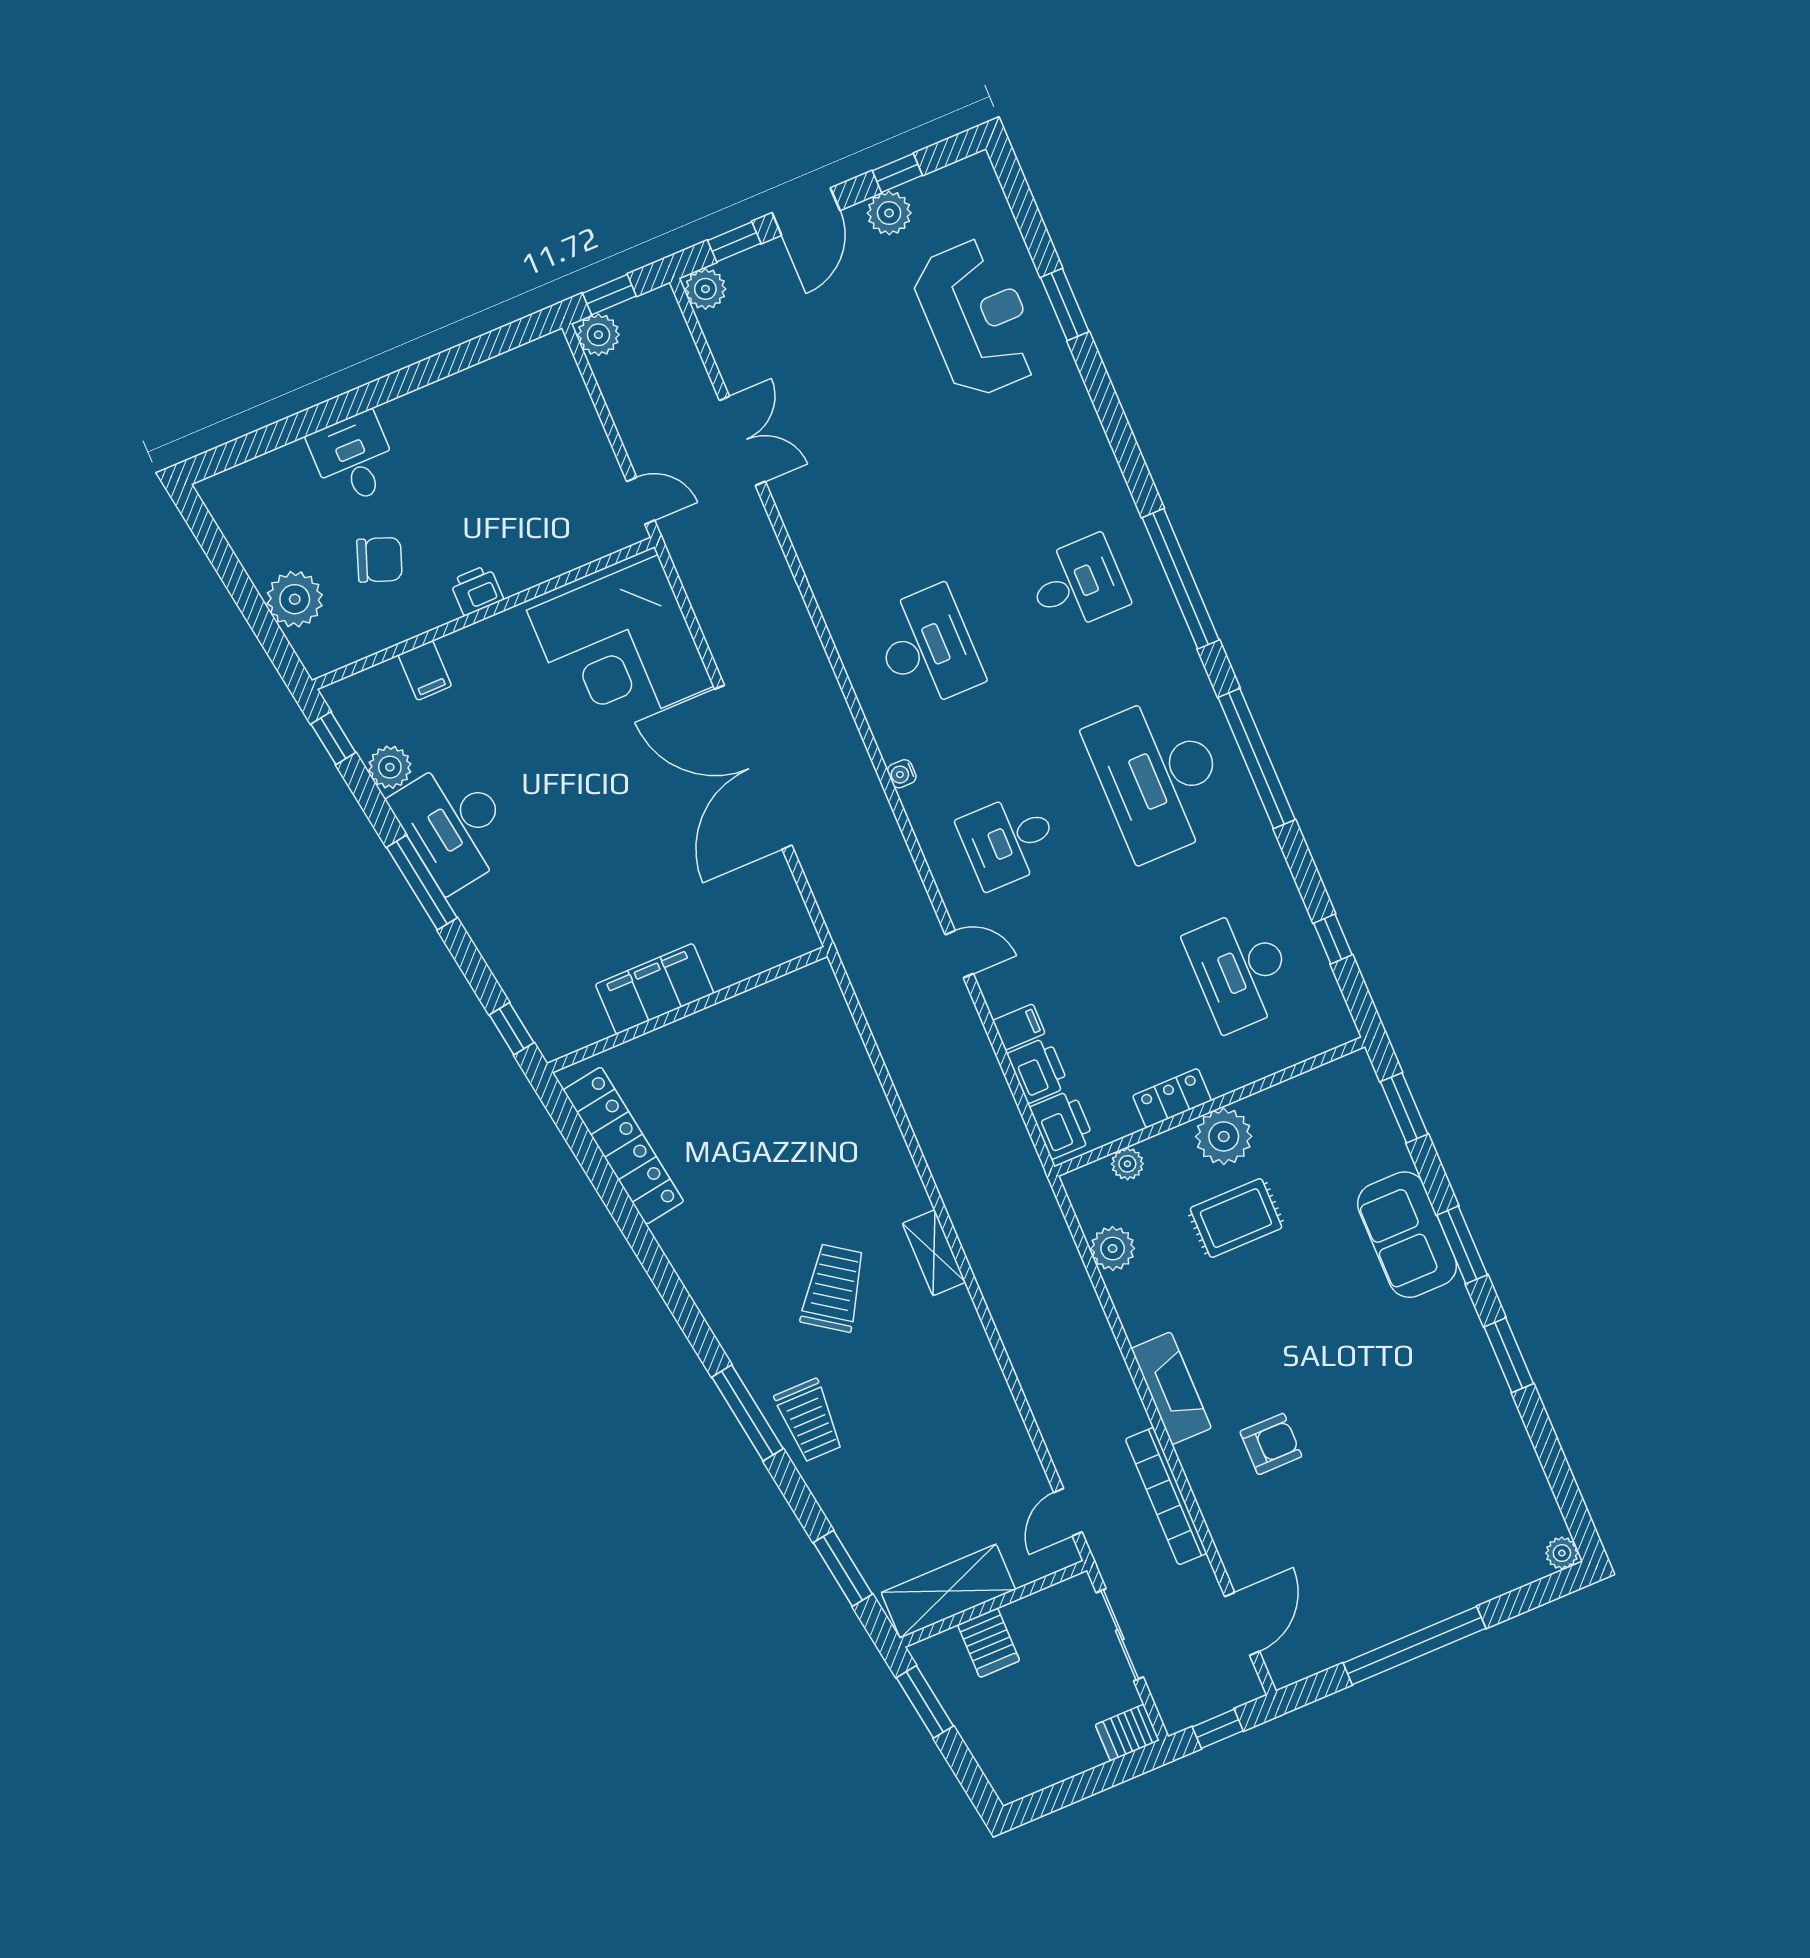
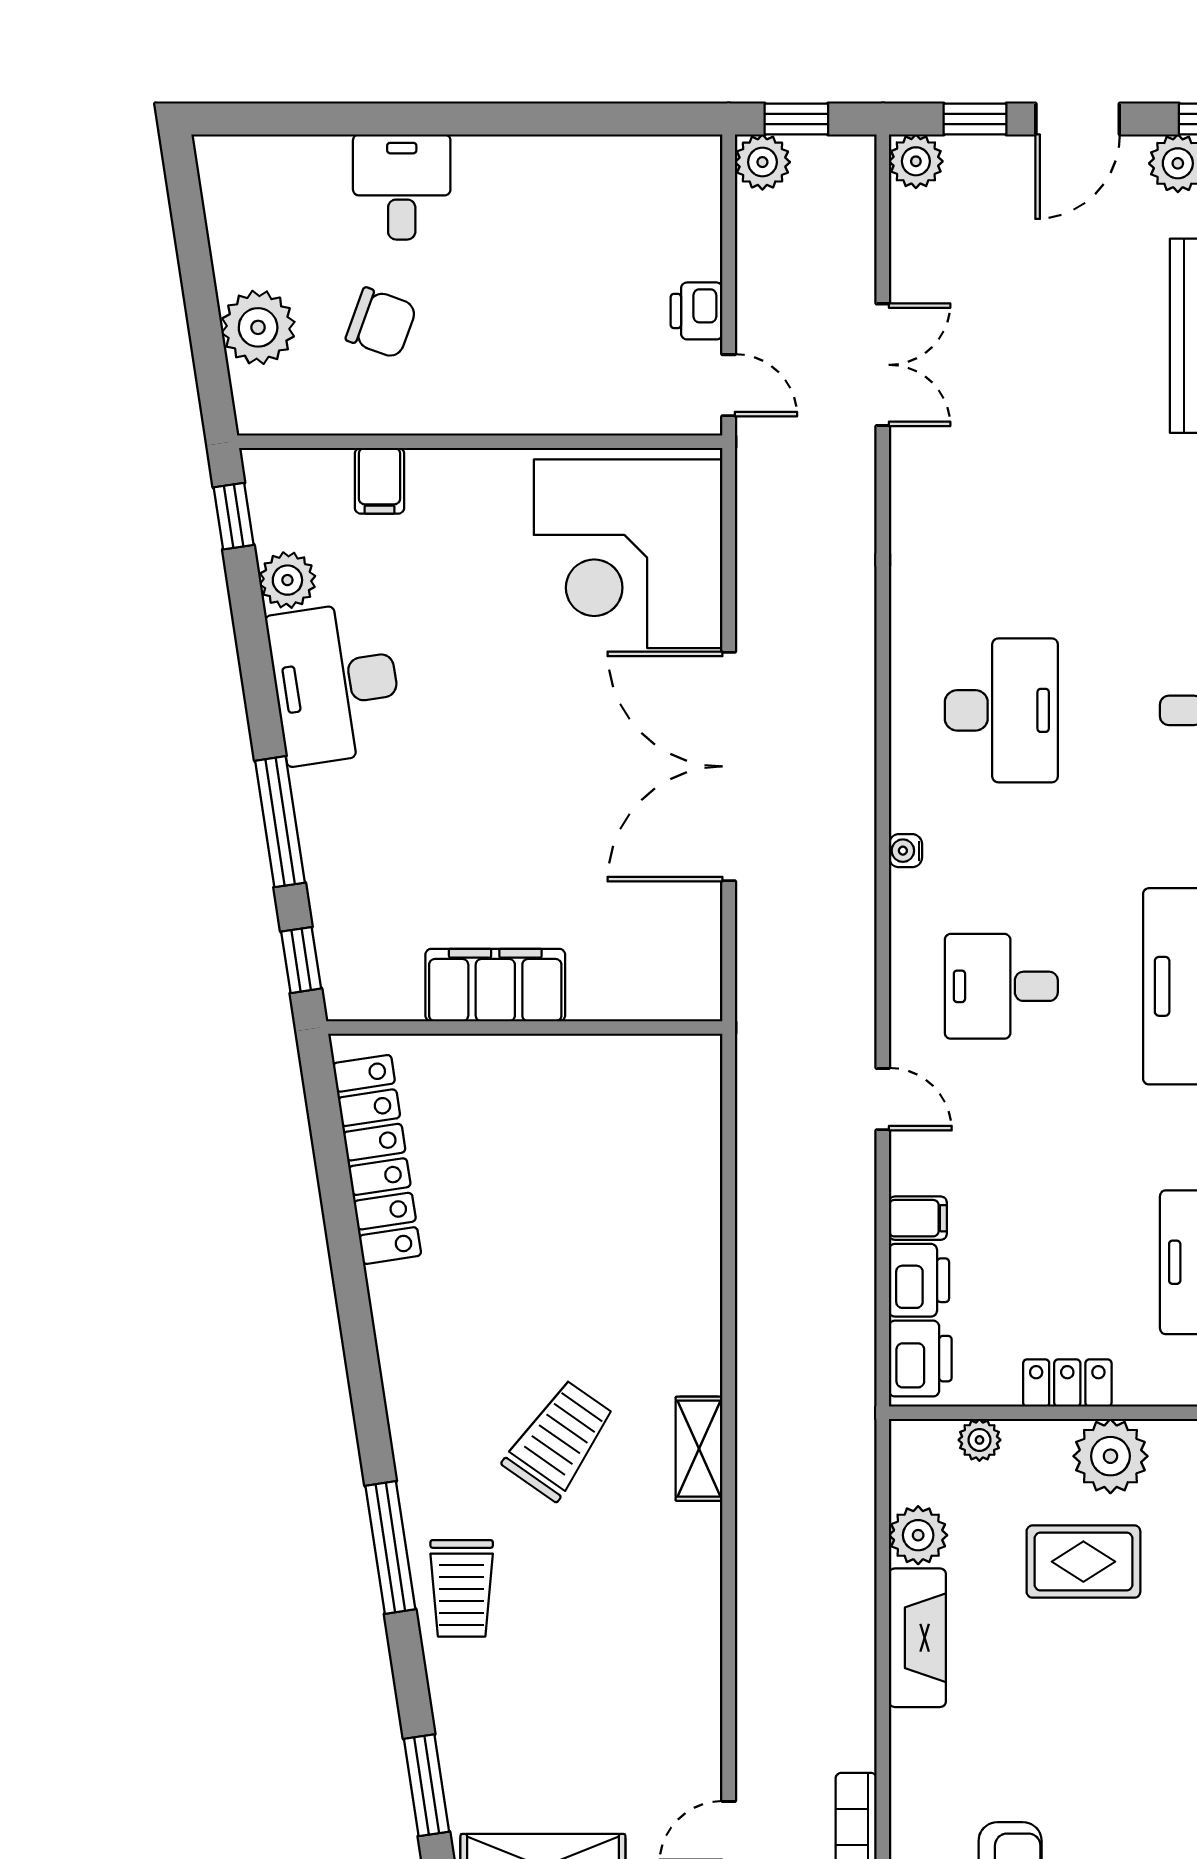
printer: (477, 590) -> (697, 311), moved, turned -90
window: (422, 883) -> (280, 822), moved
fireplace: (1171, 1388) -> (917, 1638), moved

